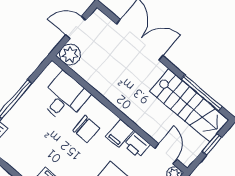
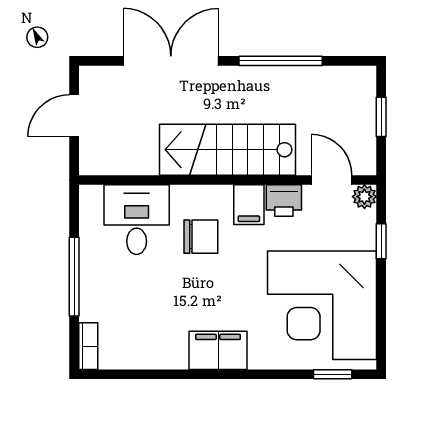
plant: (70, 55) -> (97, 157), removed
window: (202, 93) -> (281, 61), moved
stairs: (189, 106) -> (227, 150), moved, turned 180

